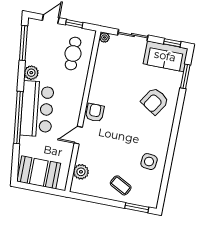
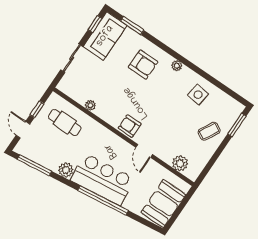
plant: (104, 37) -> (90, 105), moved
armchair: (155, 101) -> (143, 65), turned -33
plant: (167, 131) -> (177, 66), added

